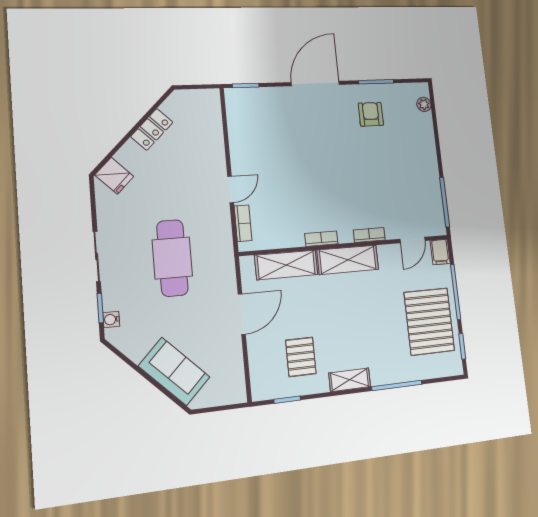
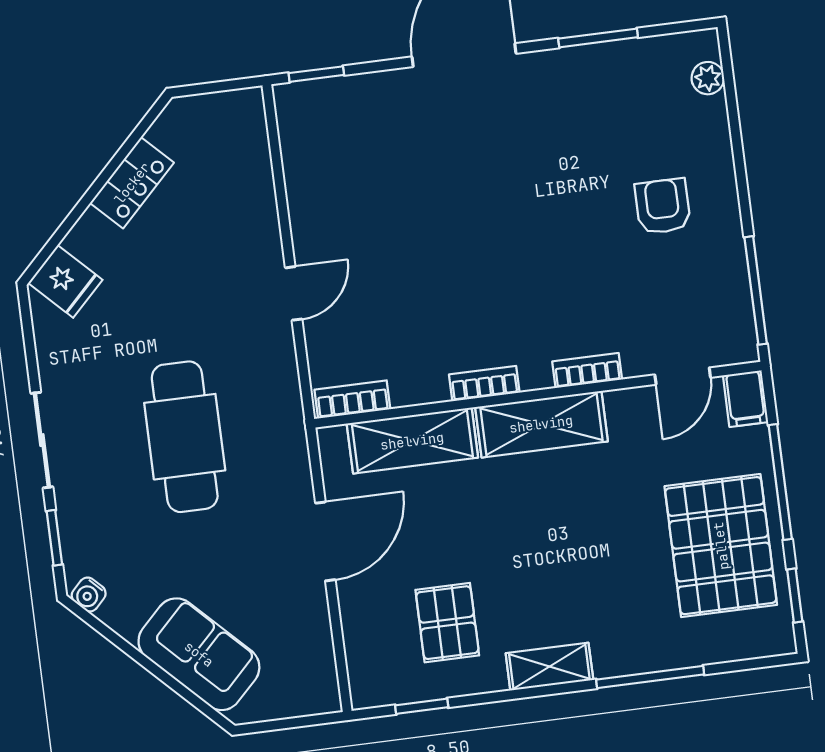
armchair: (371, 114) -> (663, 206), moved
bookcase: (243, 223) -> (352, 399), moved, turned -90
water cooler: (111, 319) -> (89, 594), moved, turned -45

